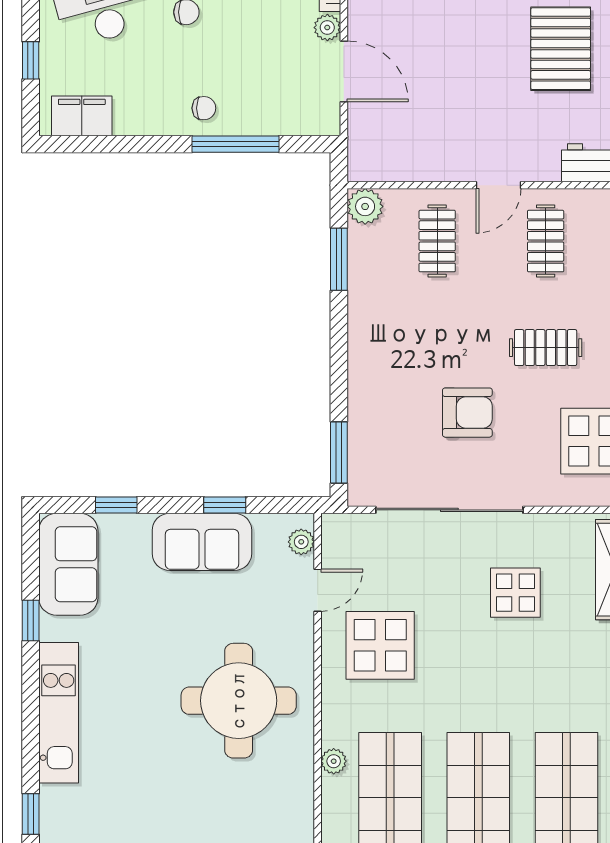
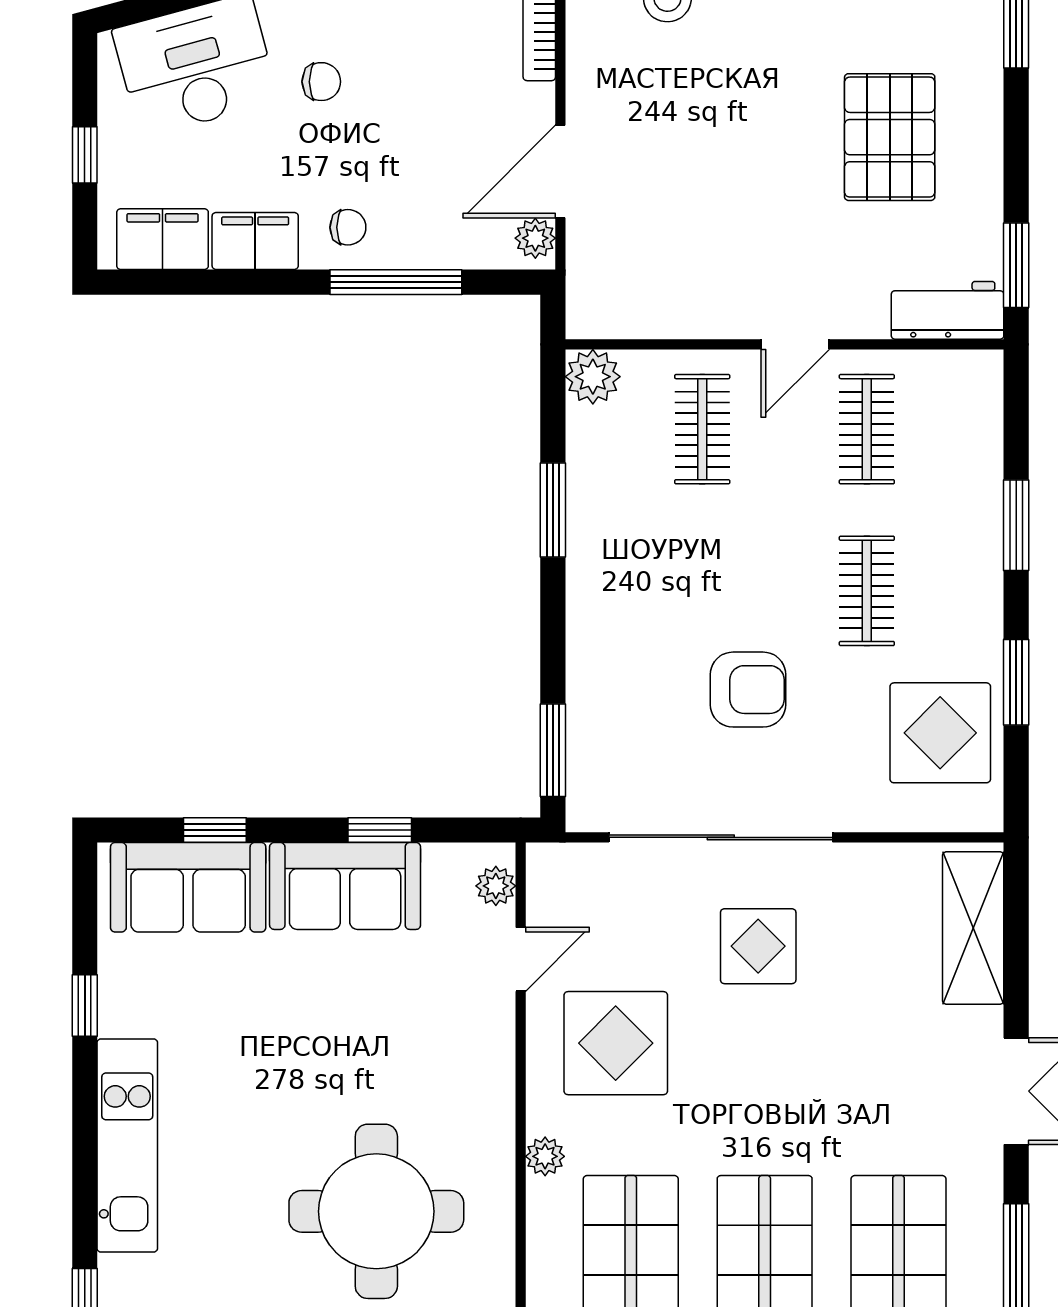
plant: (327, 28) -> (535, 238), moved
door: (344, 71) -> (560, 172), swing flipped
filing cabinet: (143, 117) -> (255, 241), added
window: (339, 259) -> (553, 510), moved
clothes rail: (546, 348) -> (867, 591), turned 90
sofa: (68, 564) -> (188, 887), moved, turned 90
display table: (515, 593) -> (758, 946), moved
round table: (239, 701) -> (376, 1211), moved
plant: (334, 761) -> (545, 1156), moved

